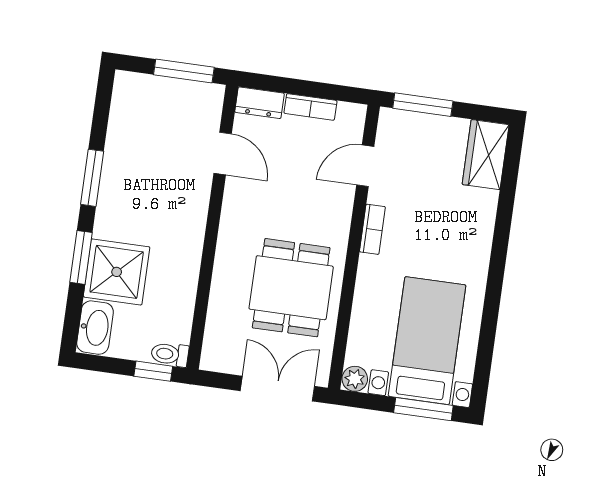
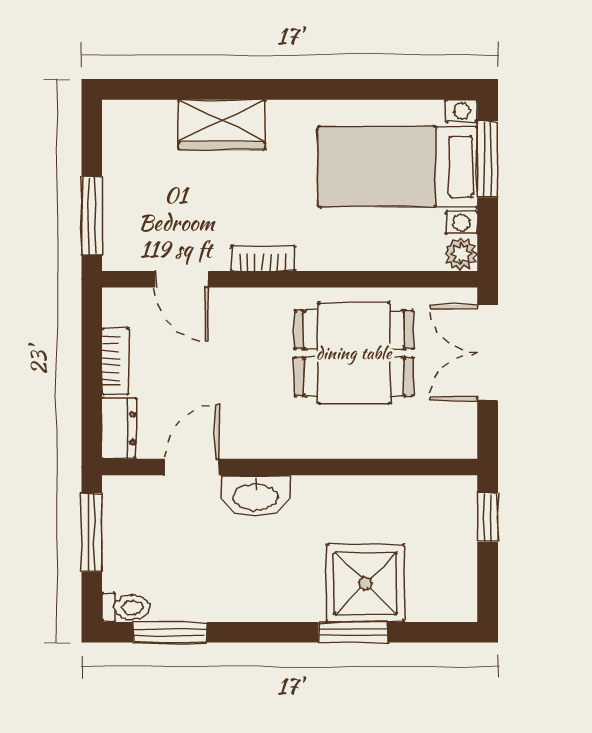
wardrobe: (486, 155) -> (222, 125), moved
window: (92, 178) -> (170, 632), moved
washbasin: (95, 328) -> (256, 496), moved, turned 180
toilet: (170, 354) -> (126, 607), moved, turned -90

